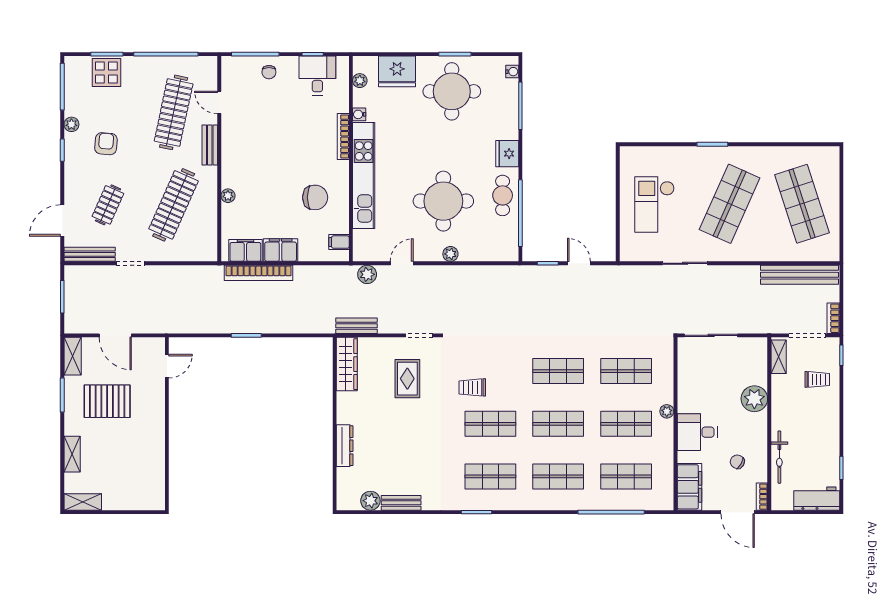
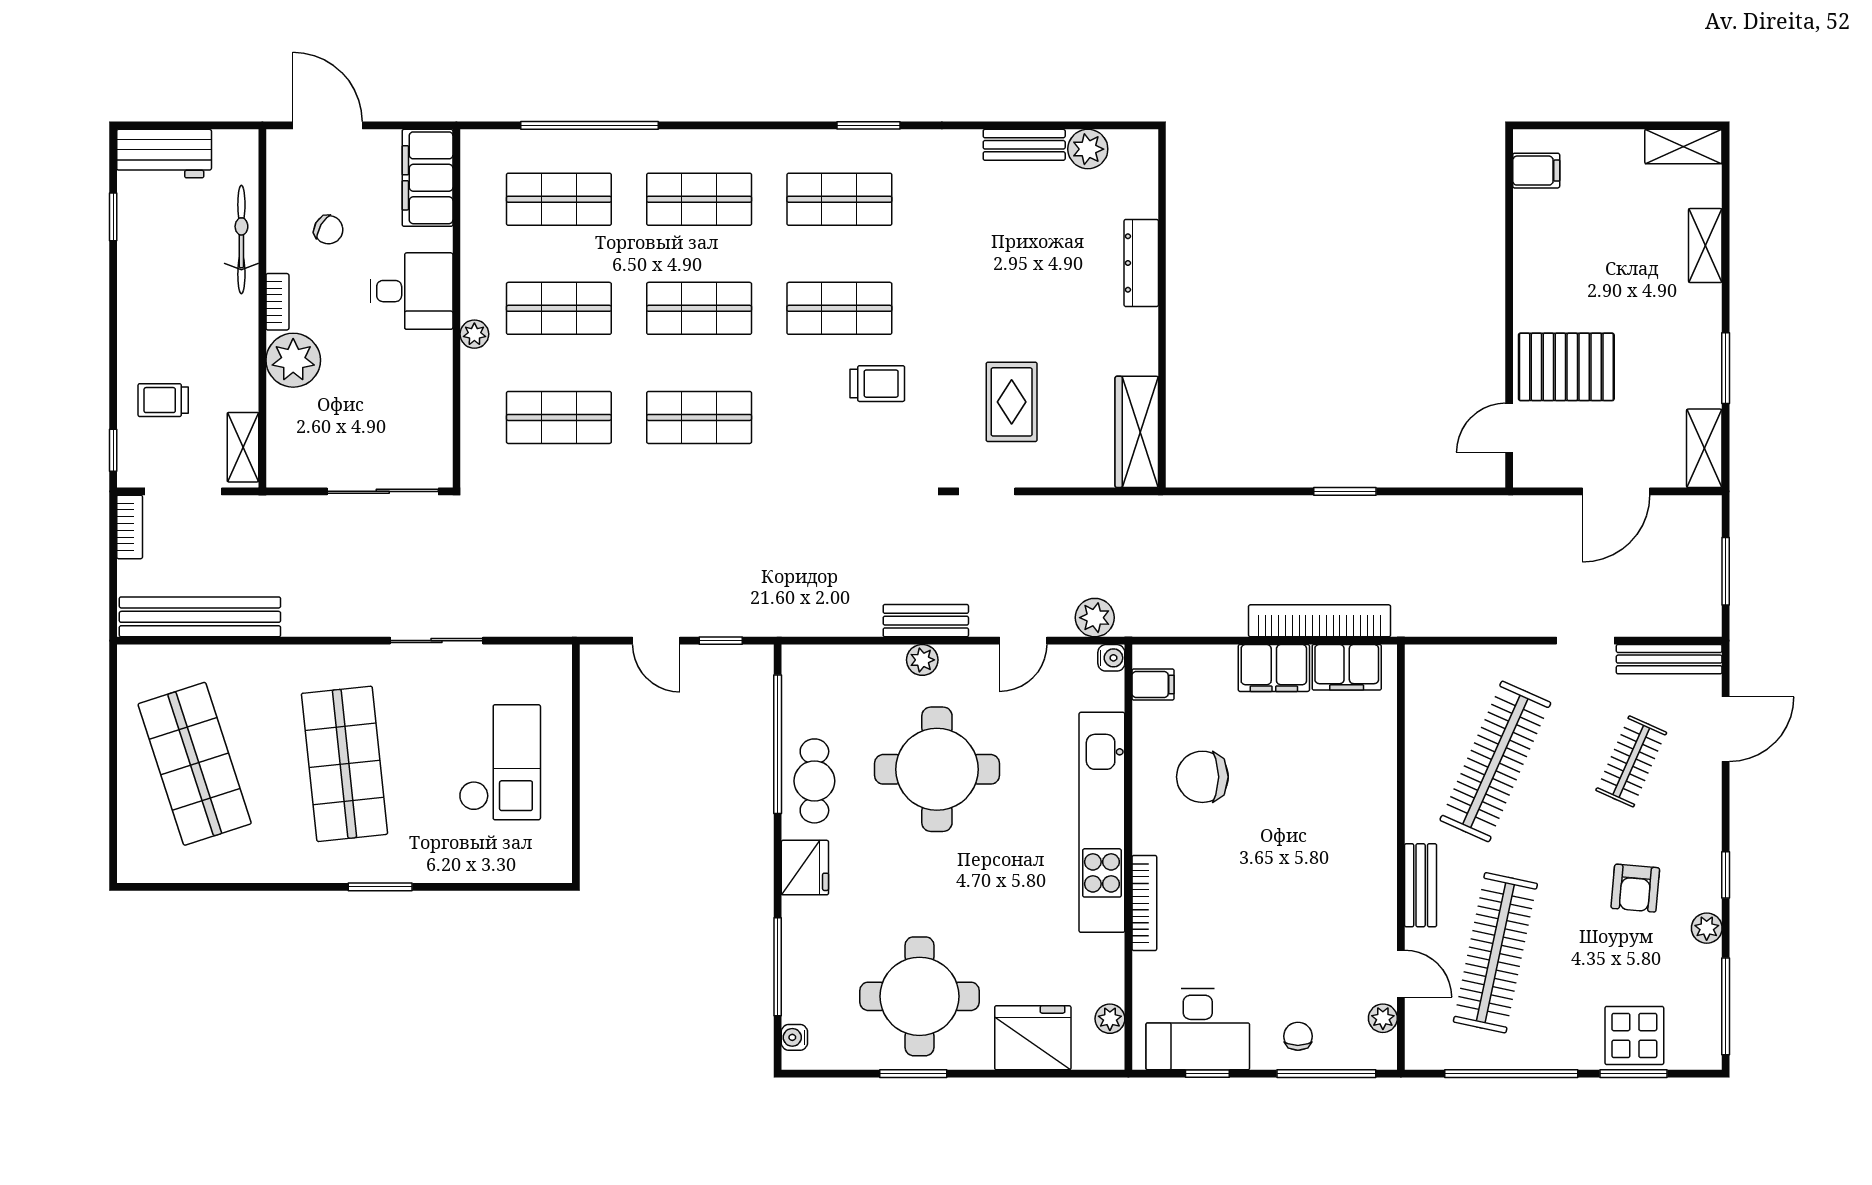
desk: (317, 75) -> (1198, 1029), width x1.37
water cooler: (359, 114) -> (1111, 658), moved
plant: (228, 196) -> (1383, 1018), moved
shop shelf: (730, 204) -> (345, 764), turned -30
bench: (356, 326) -> (926, 621), moved
door: (115, 335) -> (1616, 491), swing flipped
pallet: (107, 401) -> (1566, 367), moved
filing cabinet: (154, 490) -> (1536, 171), added
bookcase: (762, 497) -> (277, 302), moved

